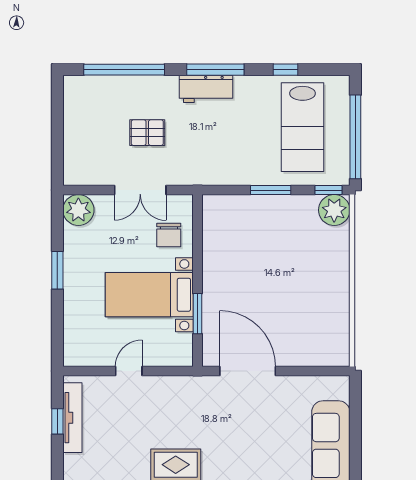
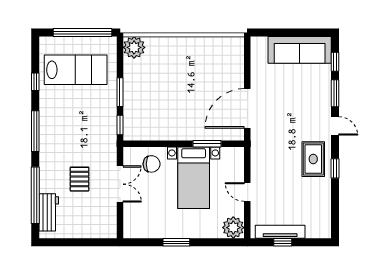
workbench: (206, 89) -> (49, 212), moved
window: (329, 190) -> (120, 125), moved
plant: (78, 210) -> (233, 228), moved

